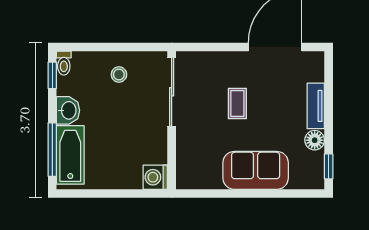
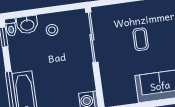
washbasin: (68, 110) -> (27, 25), moved, turned 90

